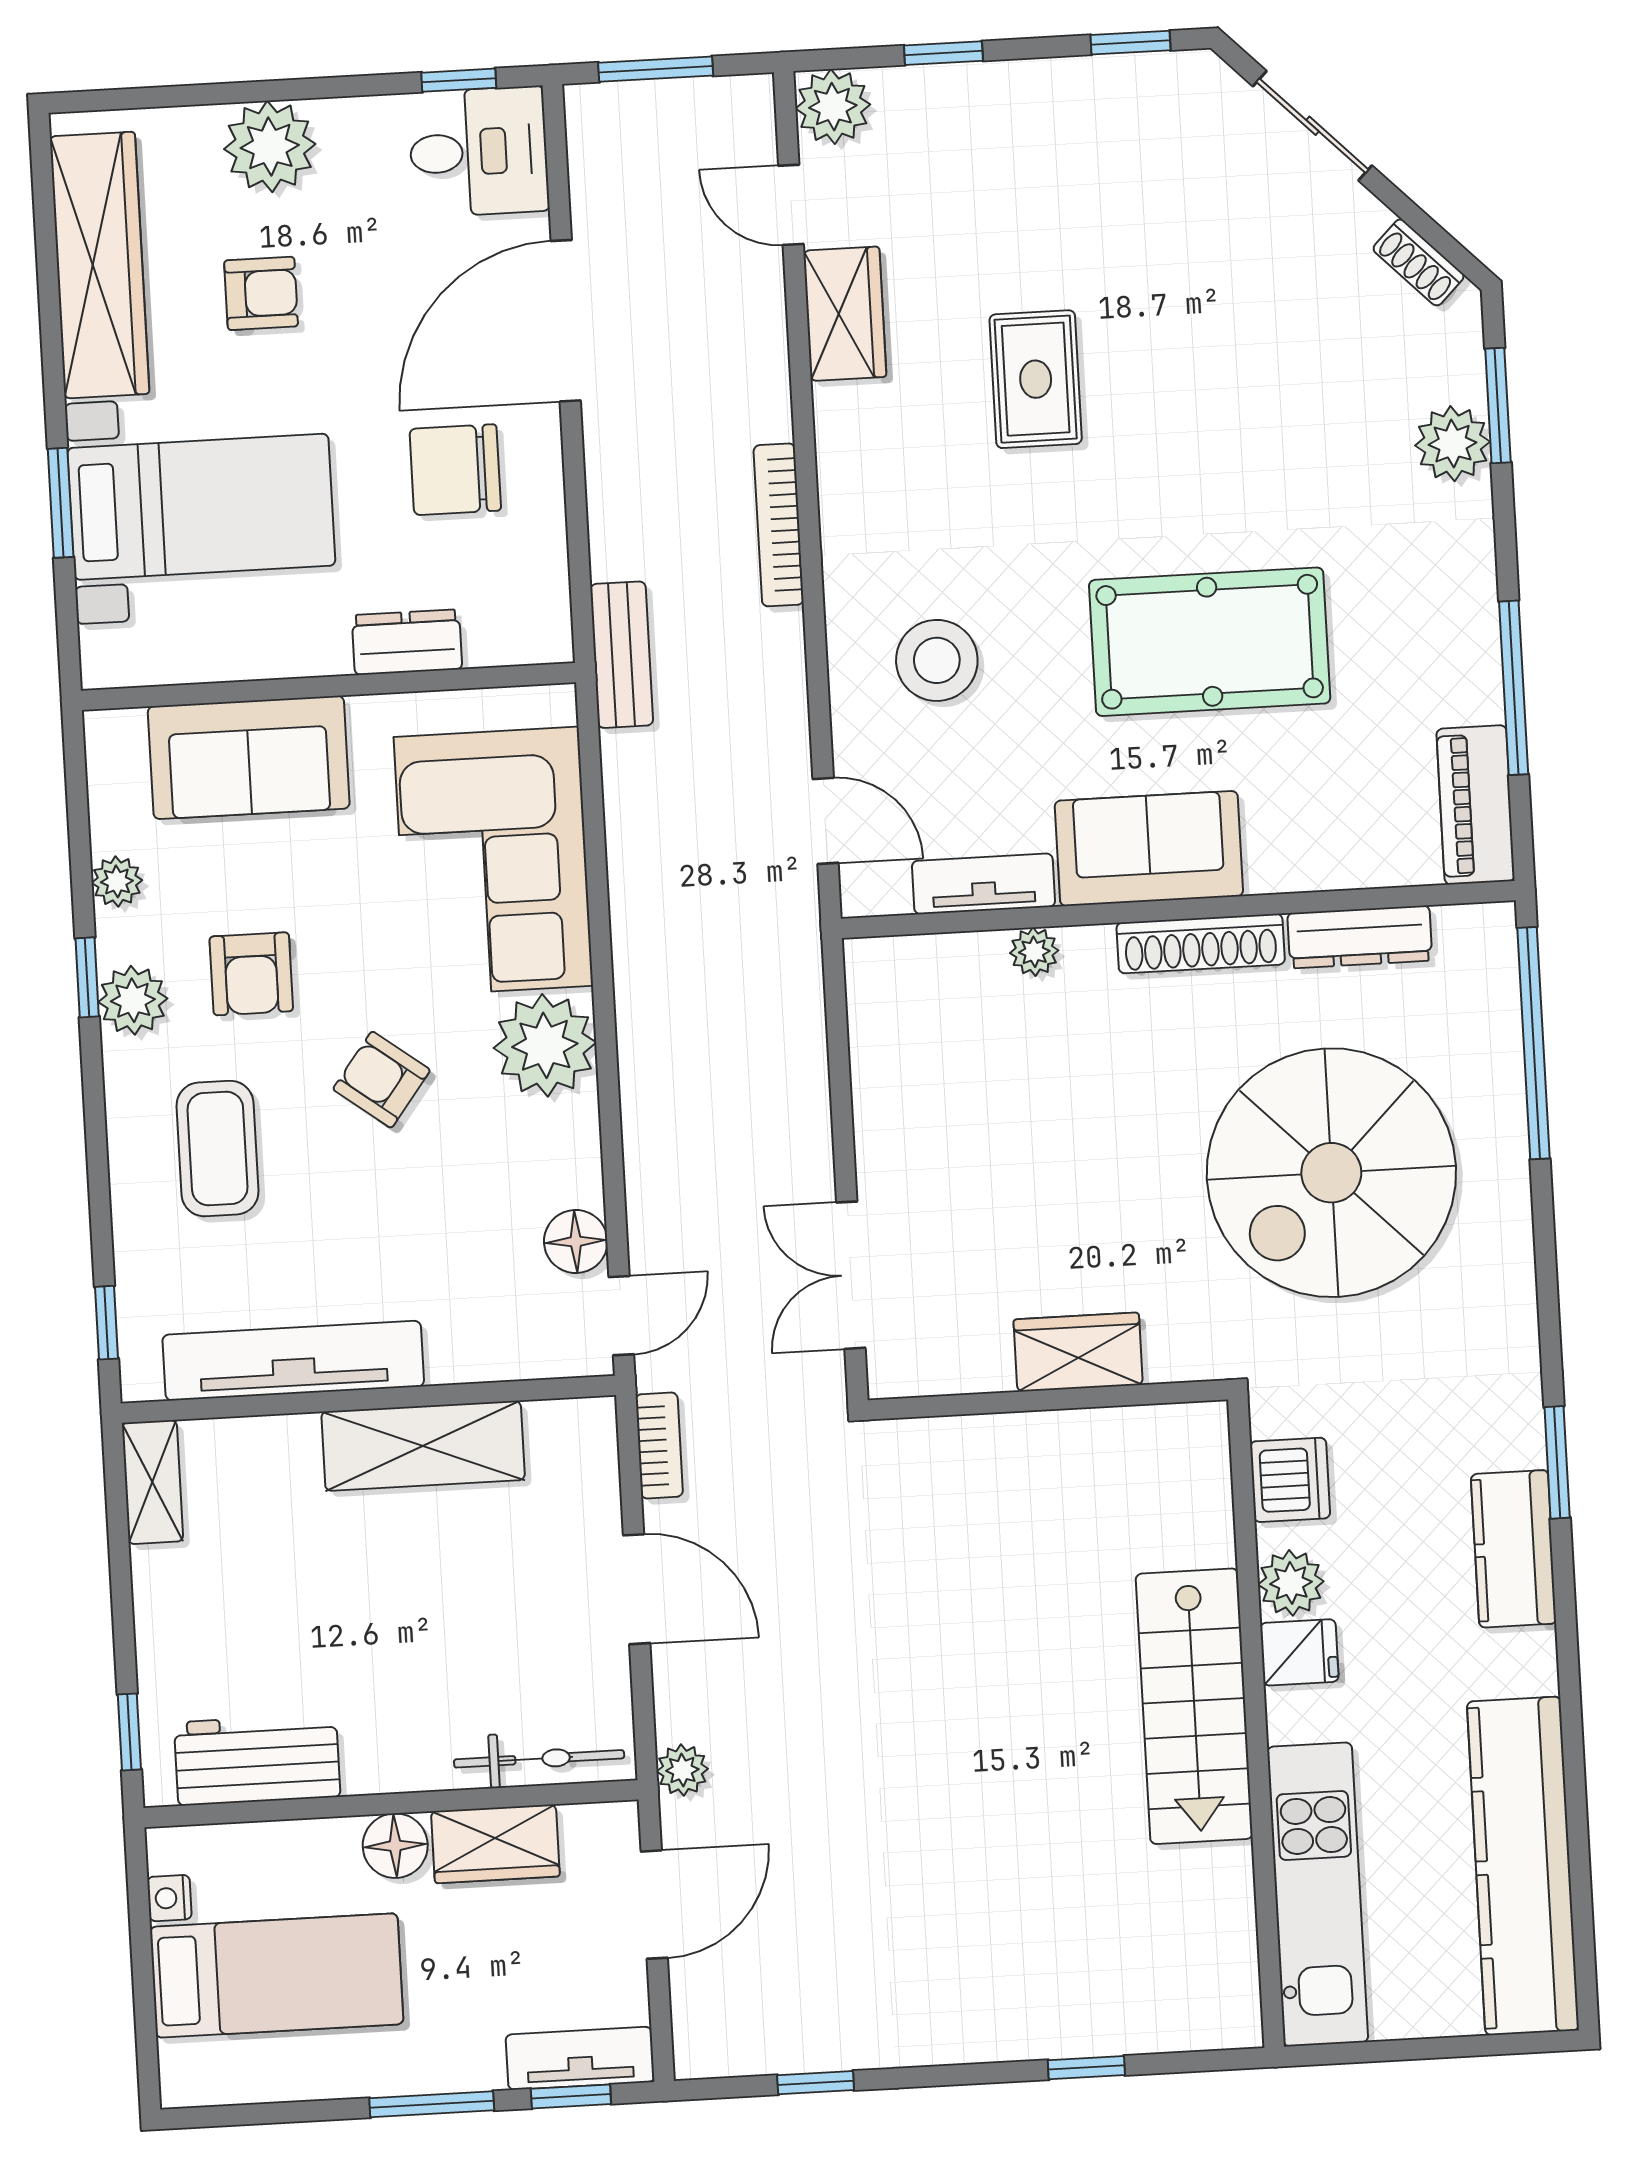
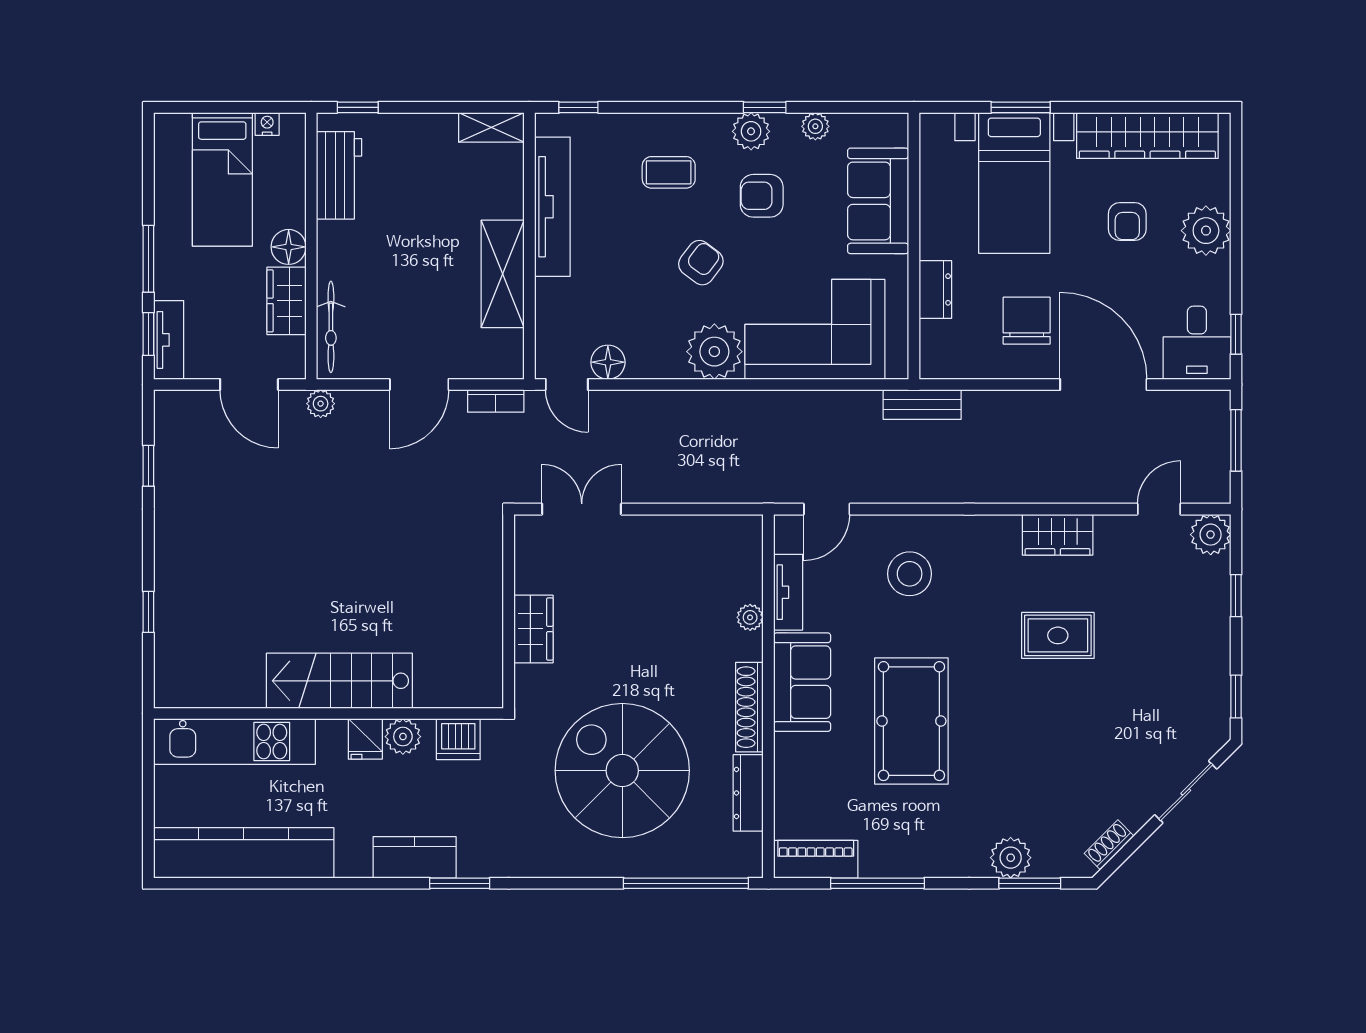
wardrobe: (845, 314) -> (1058, 535), moved
bookcase: (779, 525) -> (987, 493), removed
coffee table: (218, 1149) -> (669, 172), width x0.73, depth x0.77

